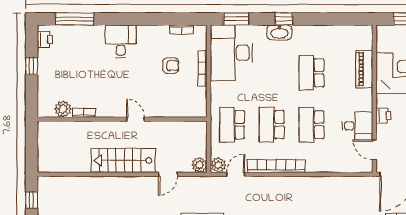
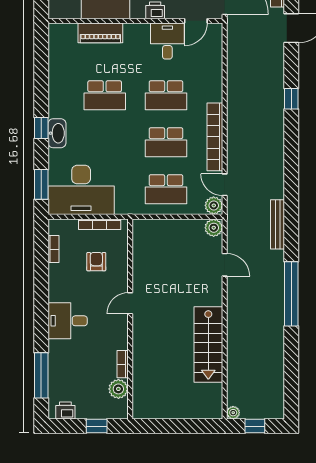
plant: (63, 109) -> (118, 389), moved
bookcase: (84, 113) -> (123, 364), moved
wall: (122, 119) -> (130, 319), moved
door: (135, 119) -> (130, 303), moved
stairs: (123, 160) -> (208, 344), moved
plant: (43, 181) -> (233, 413), added

